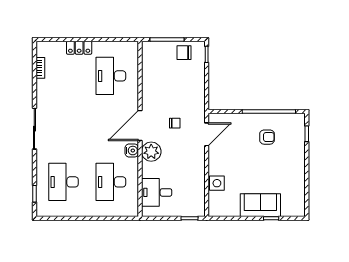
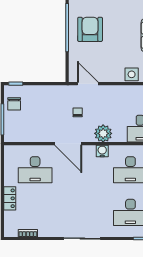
door: (140, 125) -> (68, 144), moved
armchair: (267, 137) -> (90, 29), width x1.88, depth x1.88

